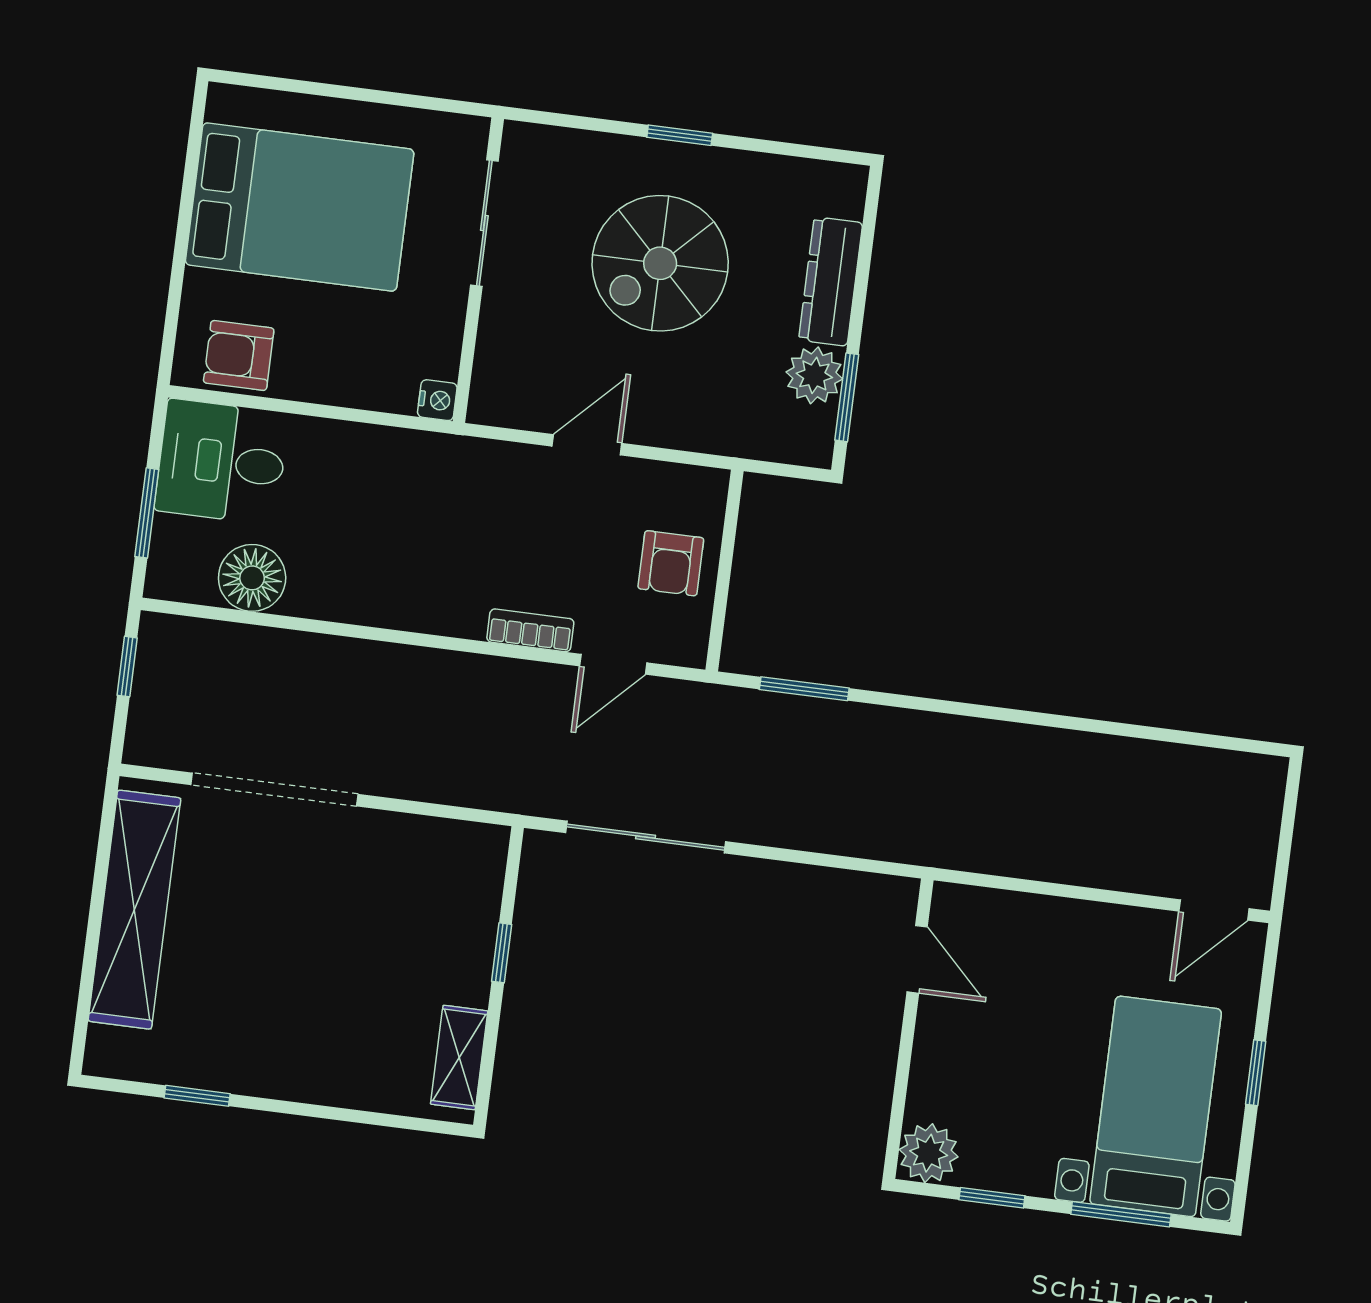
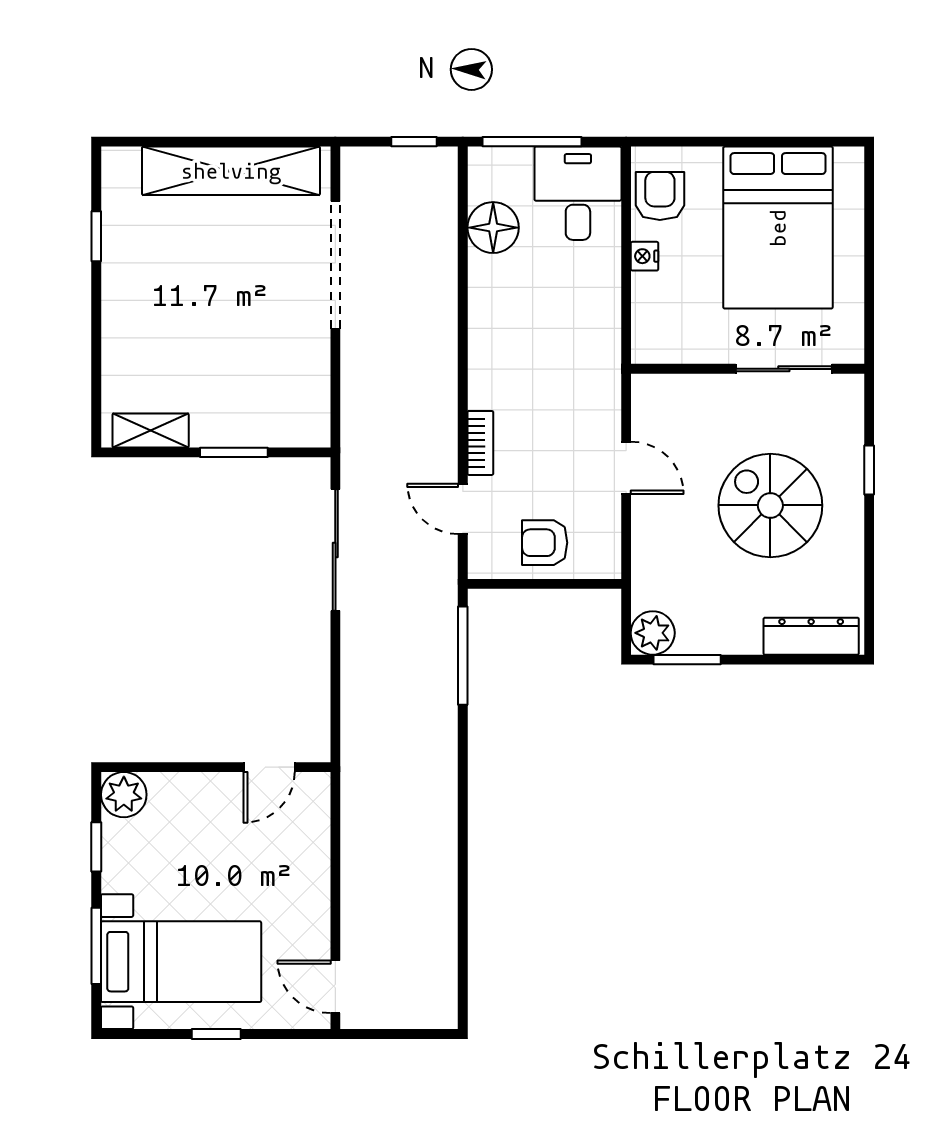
window: (680, 135) -> (869, 470), moved
dresser: (831, 281) -> (811, 636), moved
plant: (814, 375) -> (653, 633), moved
nightstand: (437, 400) -> (645, 256), moved, turned 90
window: (147, 513) -> (532, 142), width x1.44
window: (804, 689) -> (463, 656), width x1.44
window: (502, 953) -> (234, 452), width x1.50

